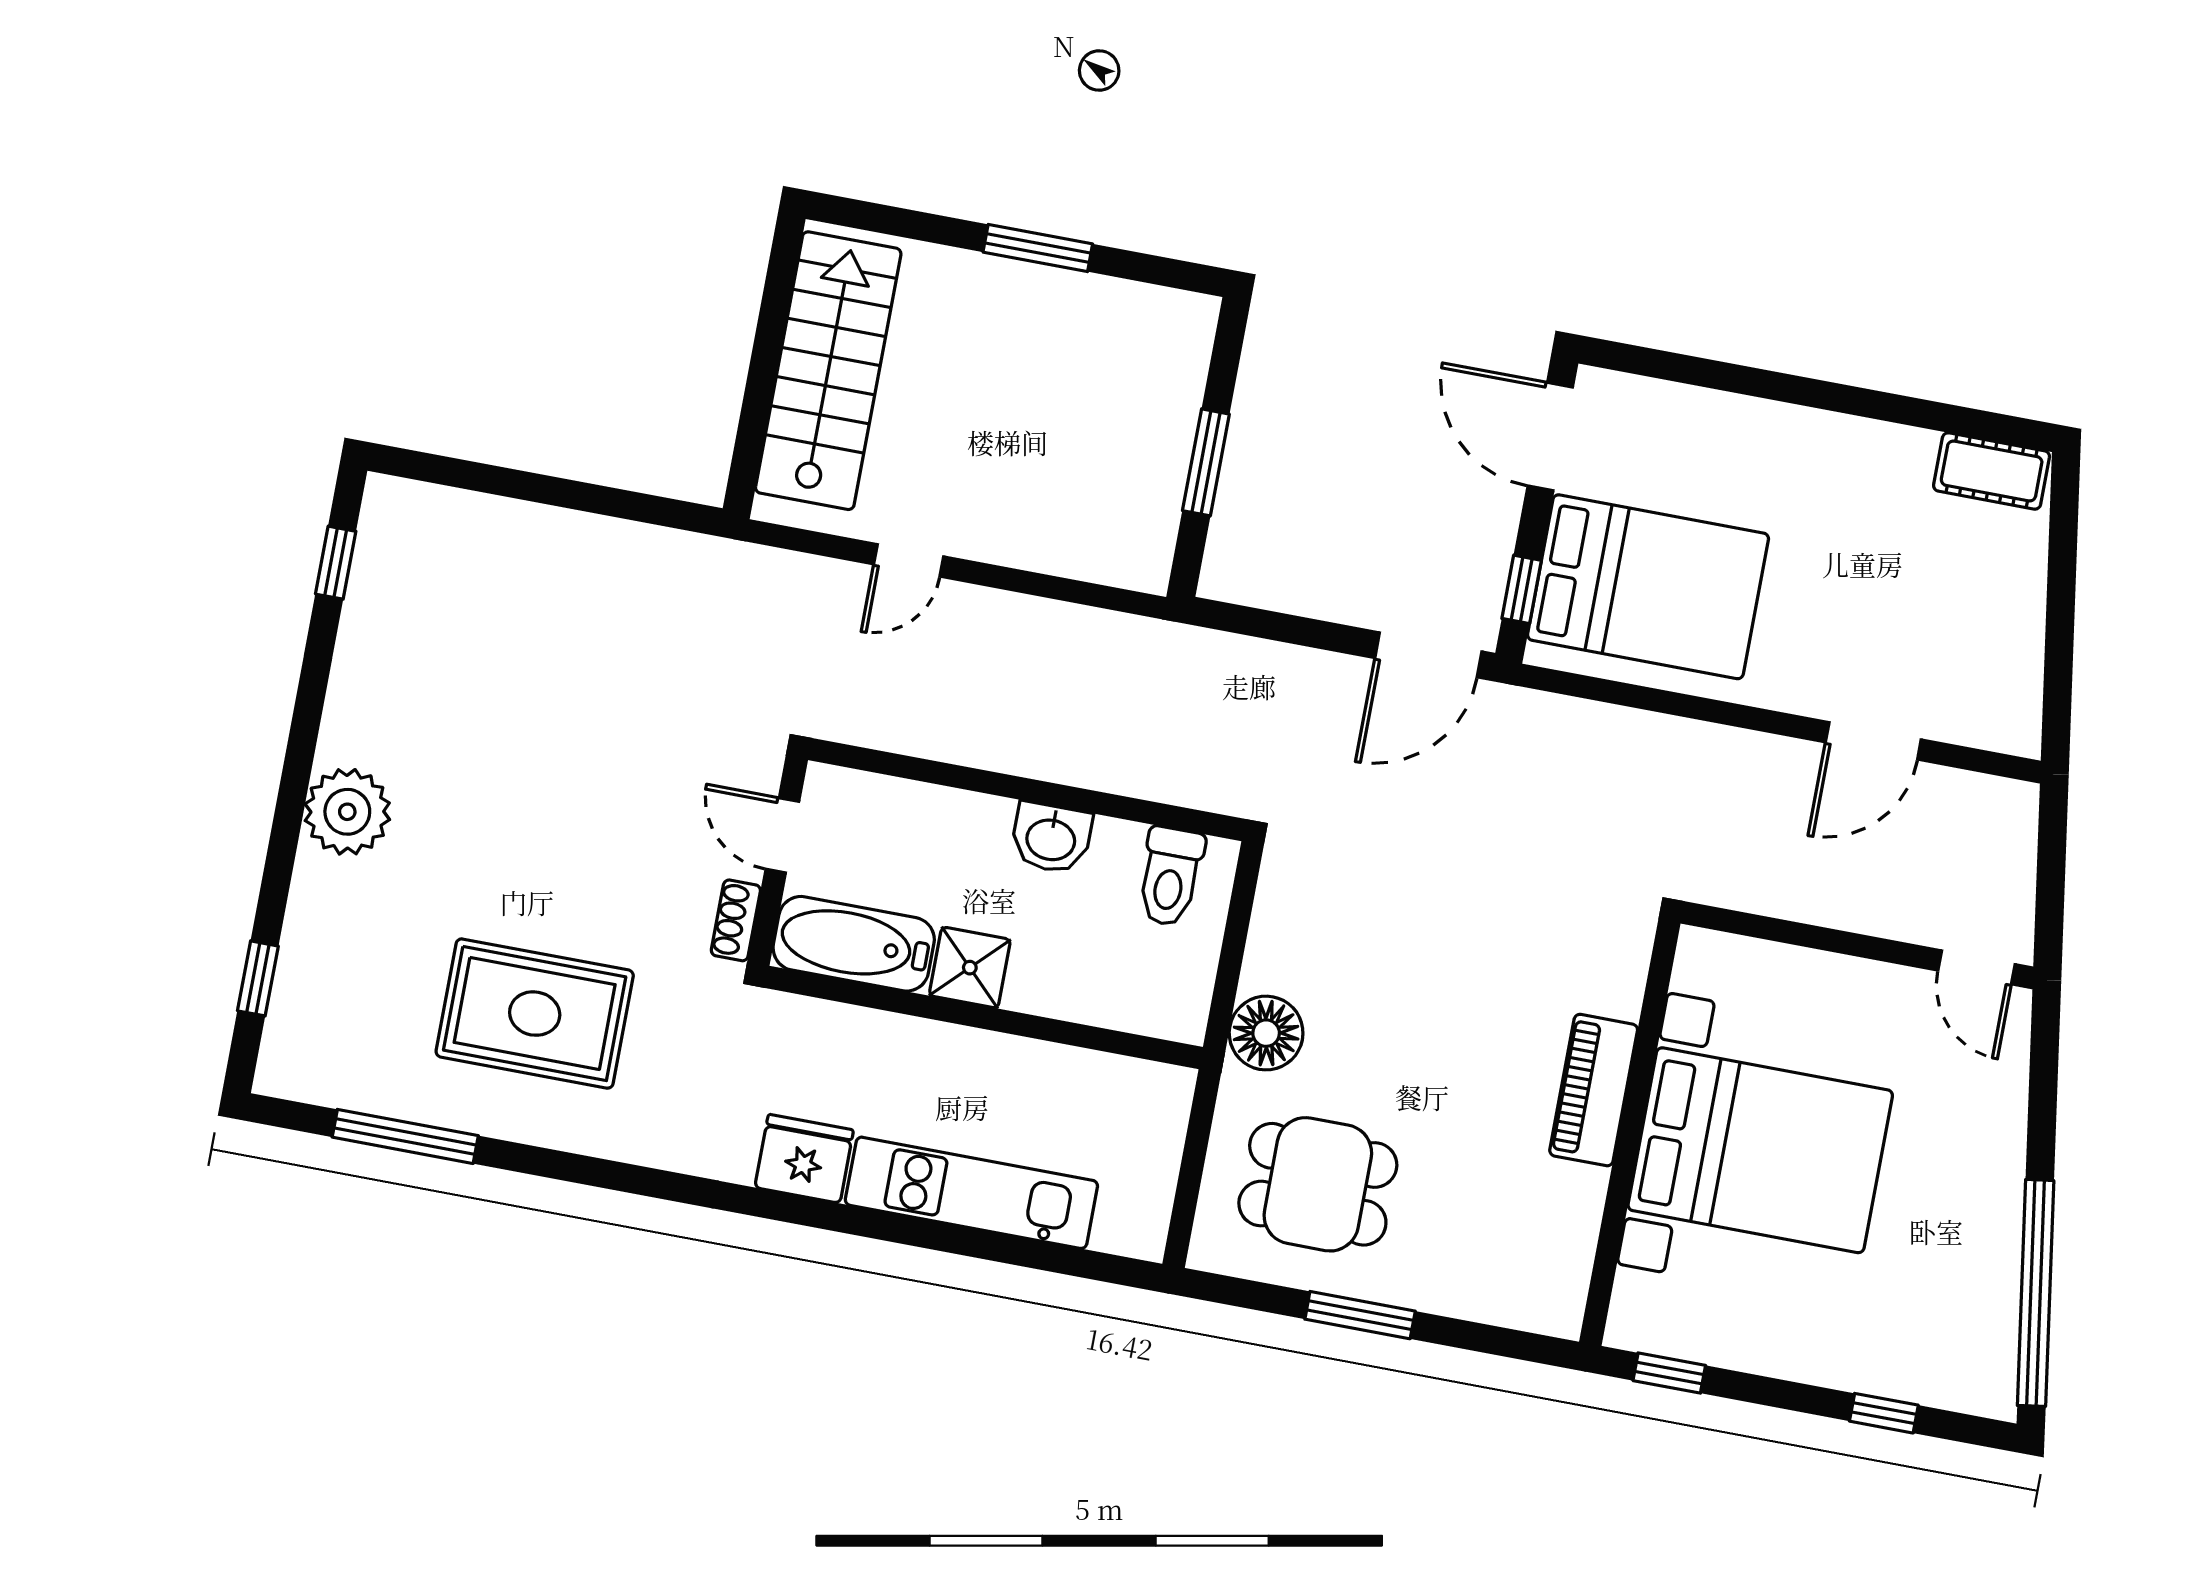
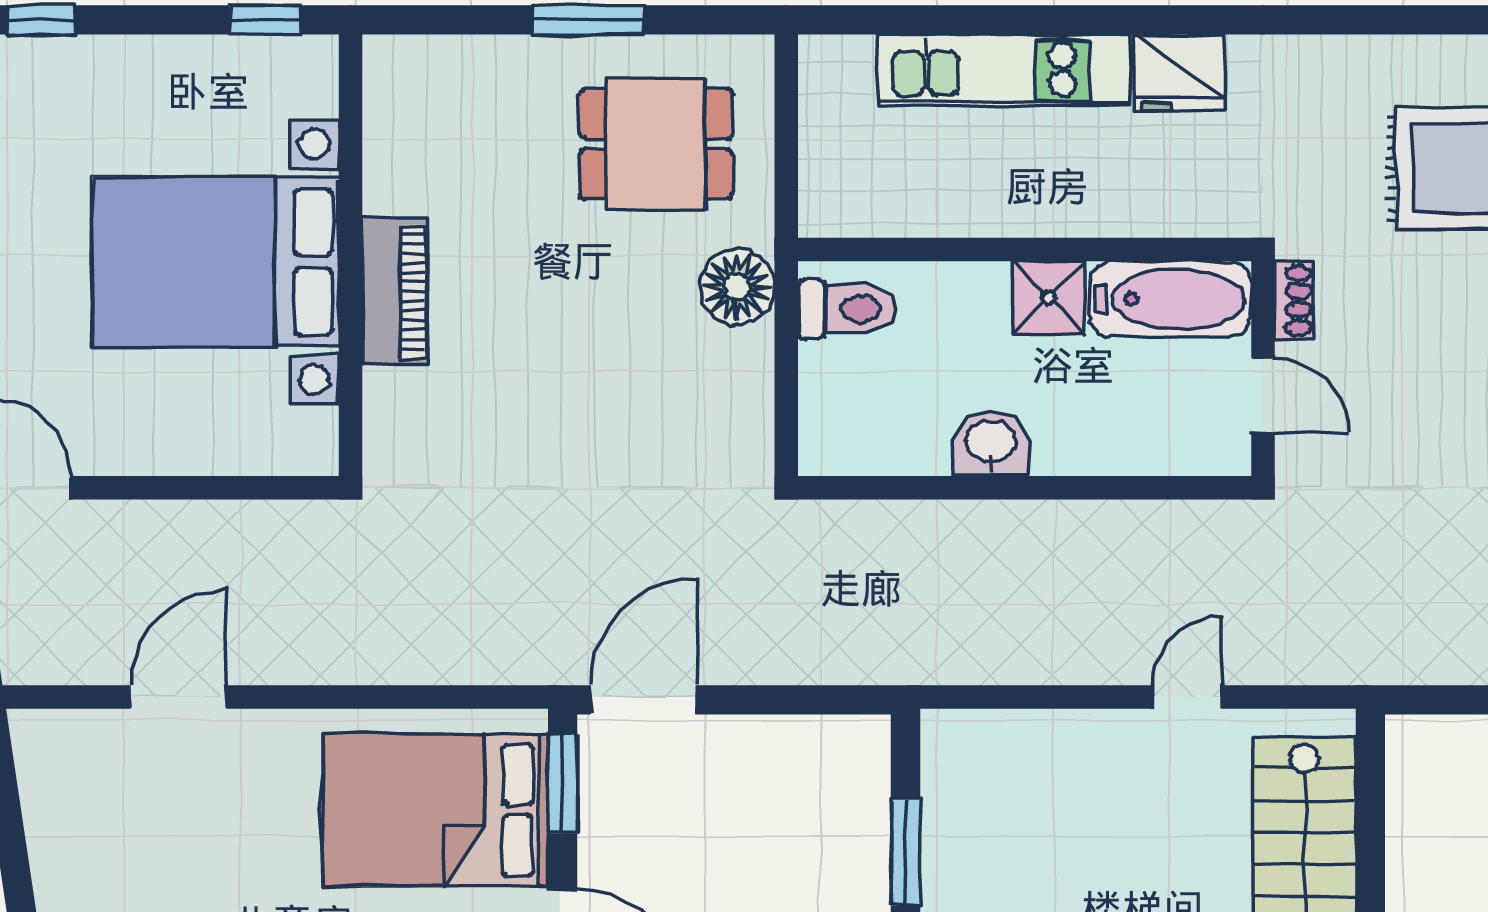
window: (1522, 589) -> (563, 784), width x1.50
toilet: (1170, 876) -> (847, 309), moved, turned 90

